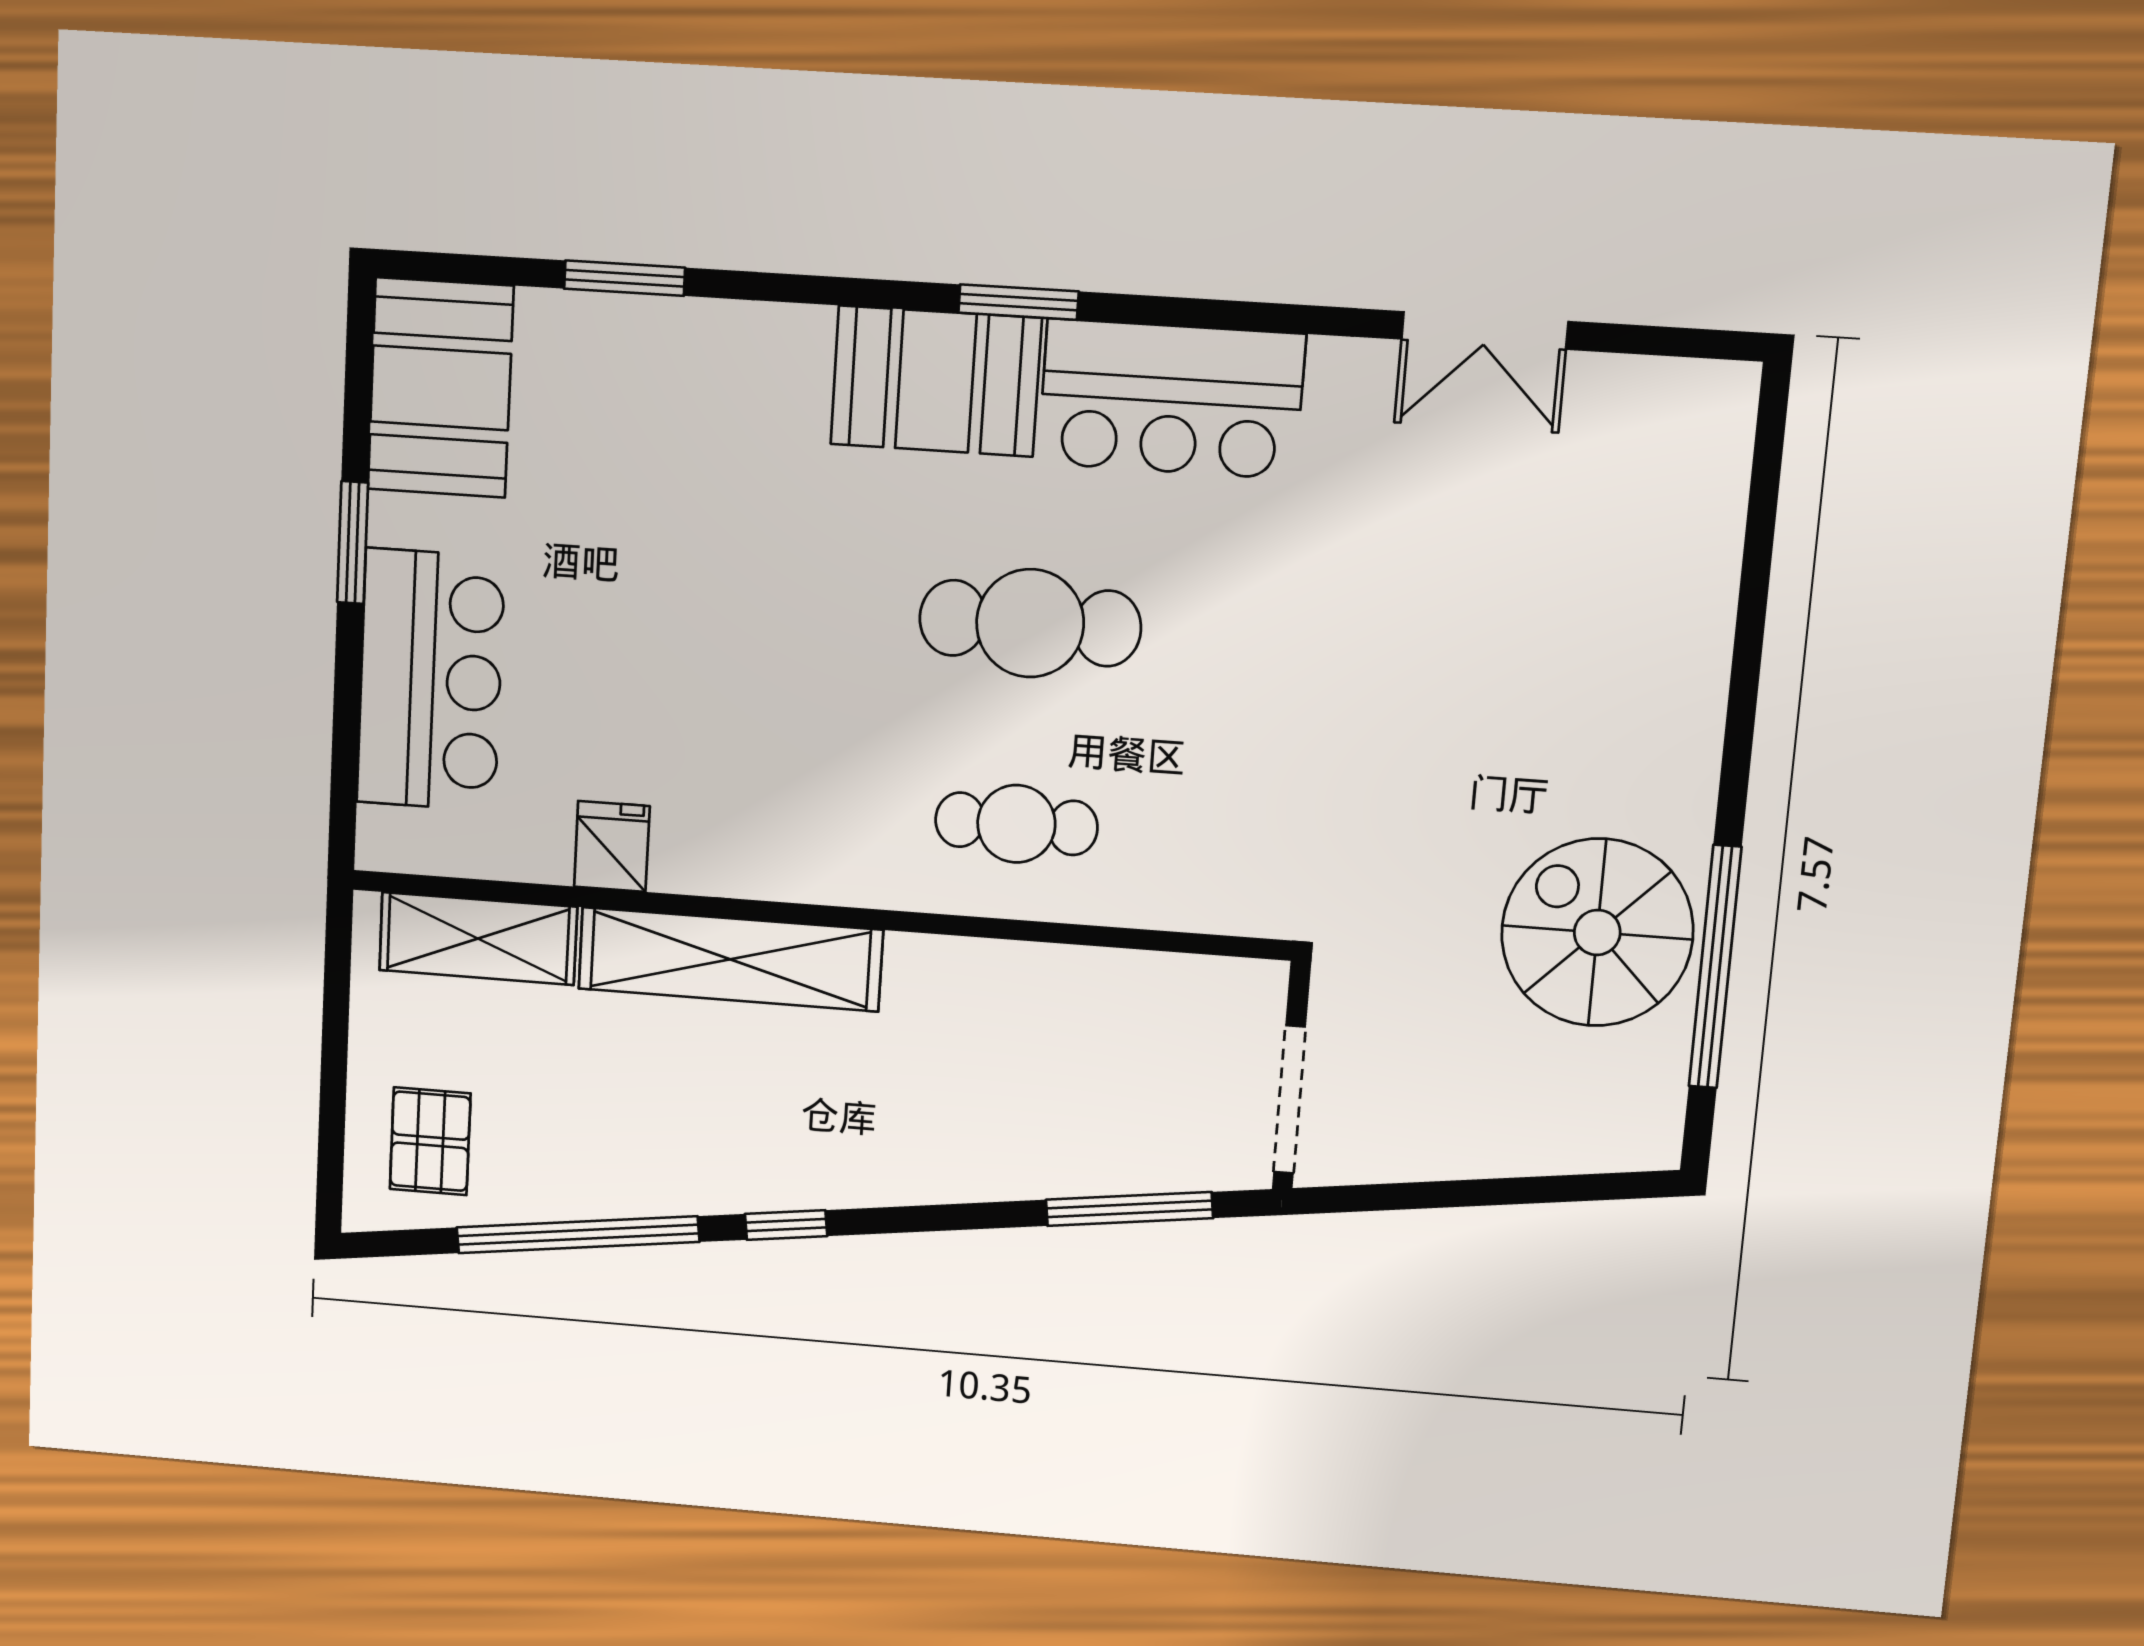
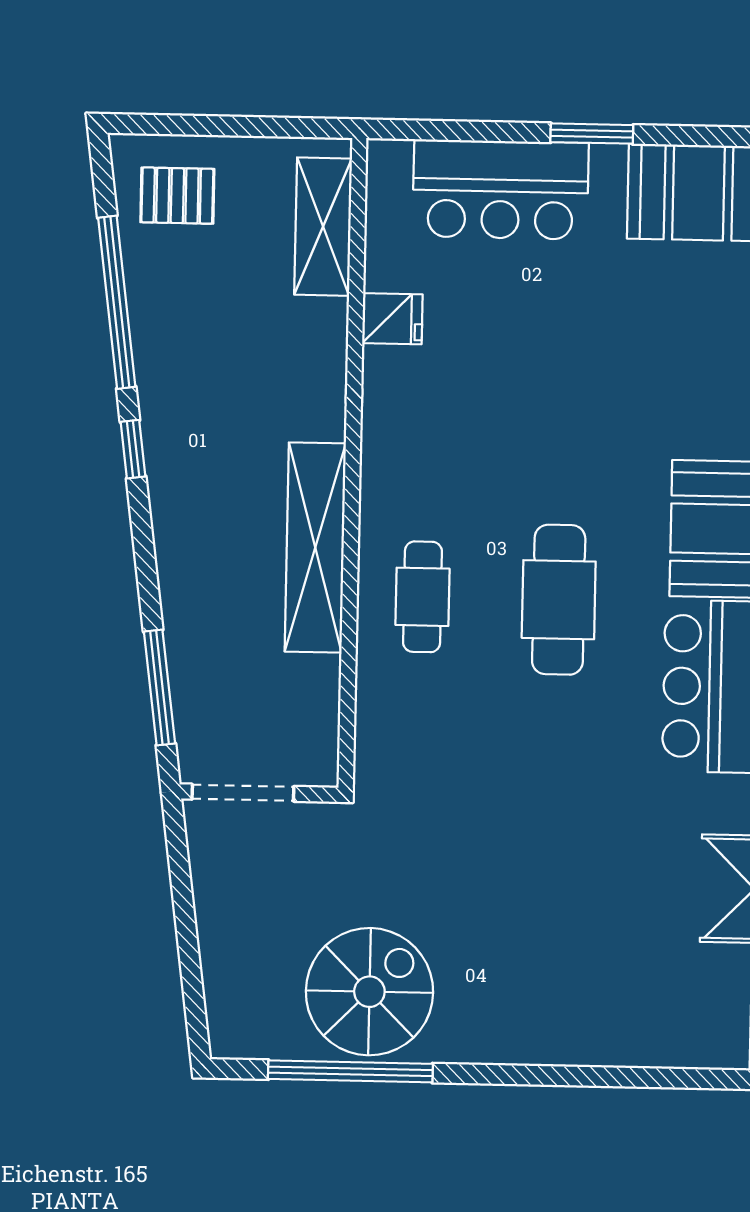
shelving: (730, 959) -> (315, 547), moved

